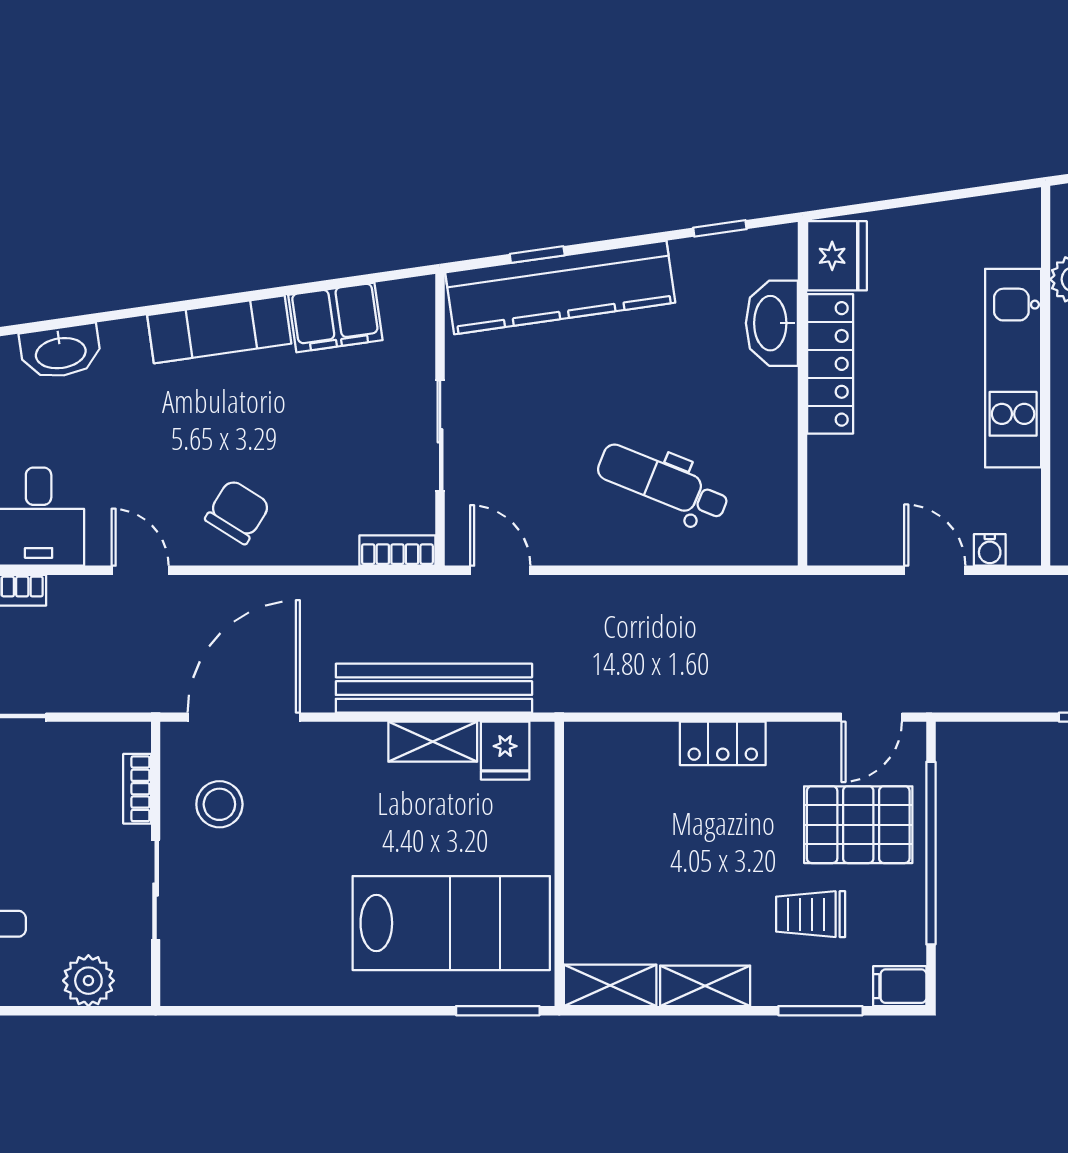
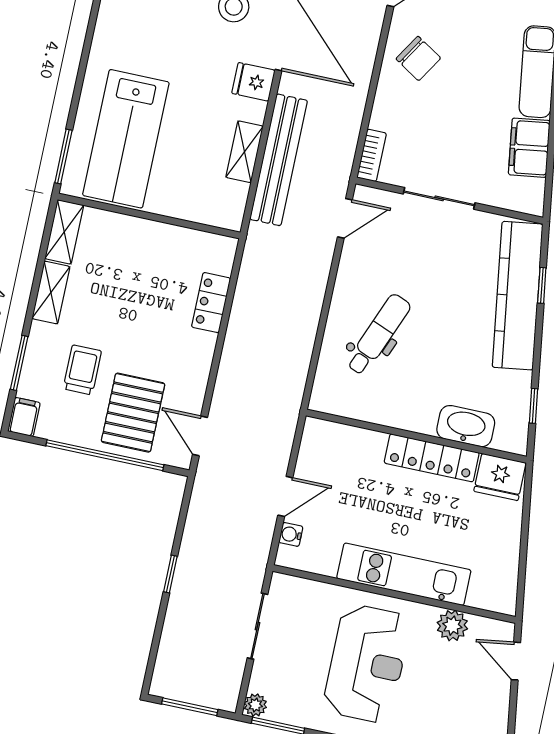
locker: (723, 743) -> (211, 303), moved
fridge: (505, 751) -> (253, 82), moved

